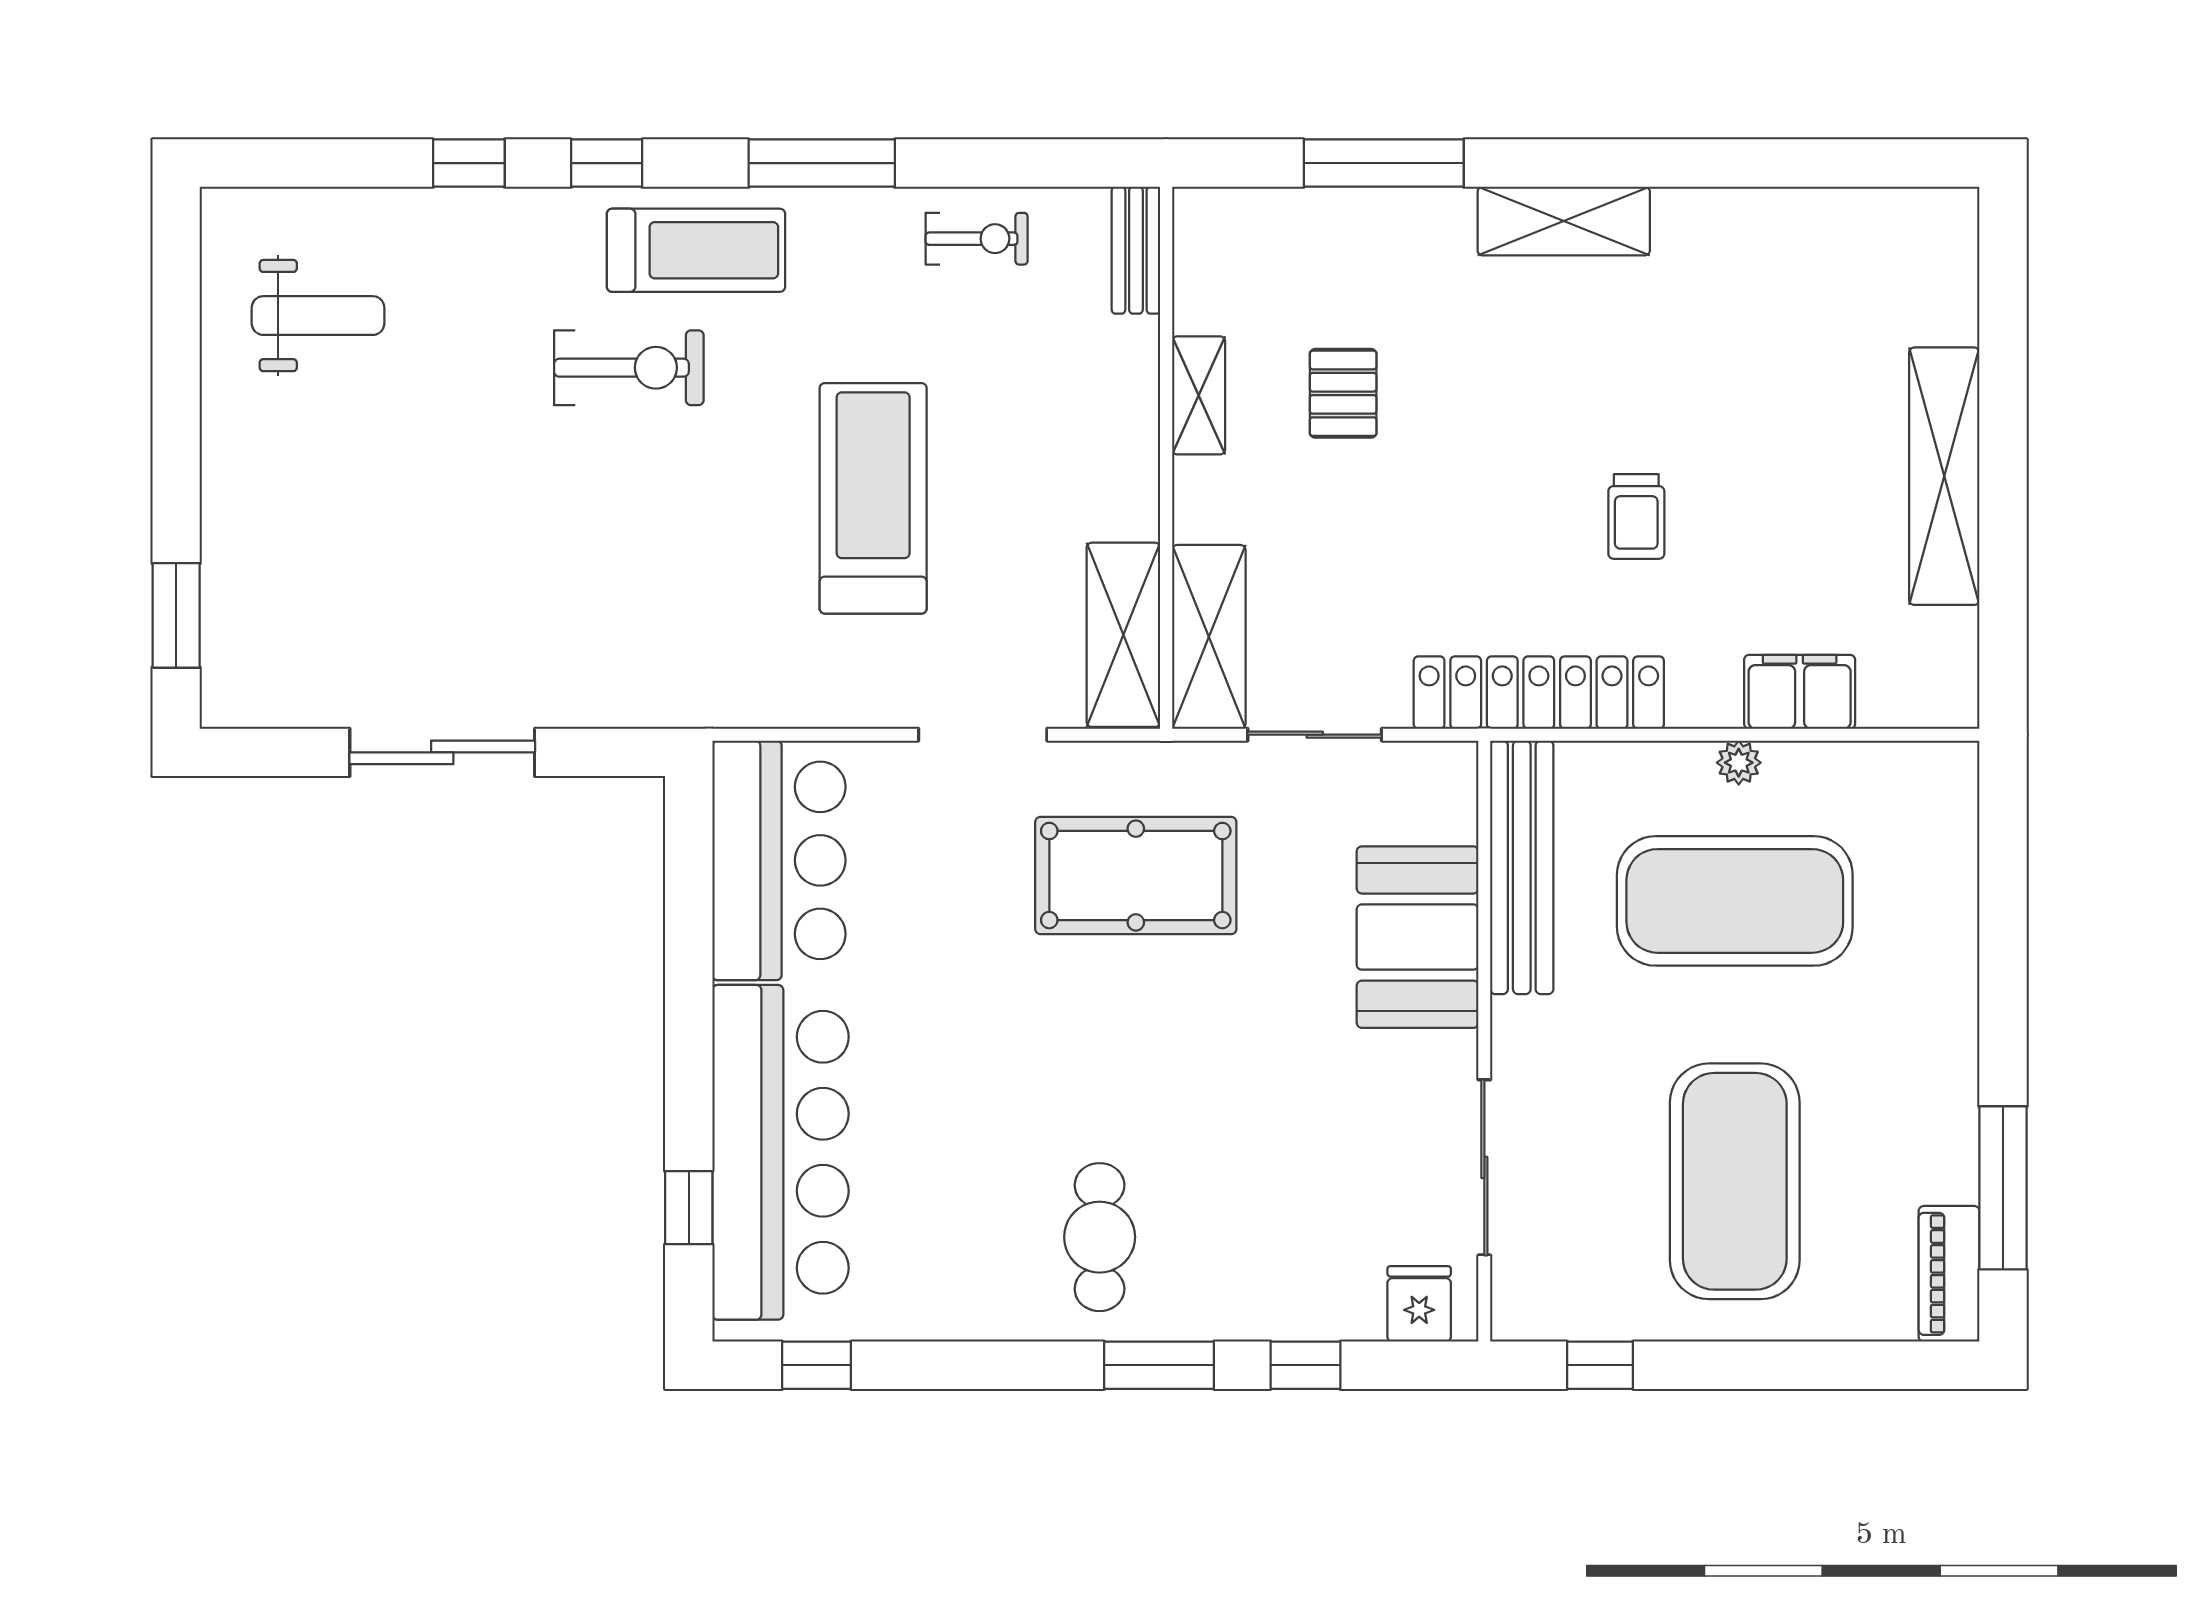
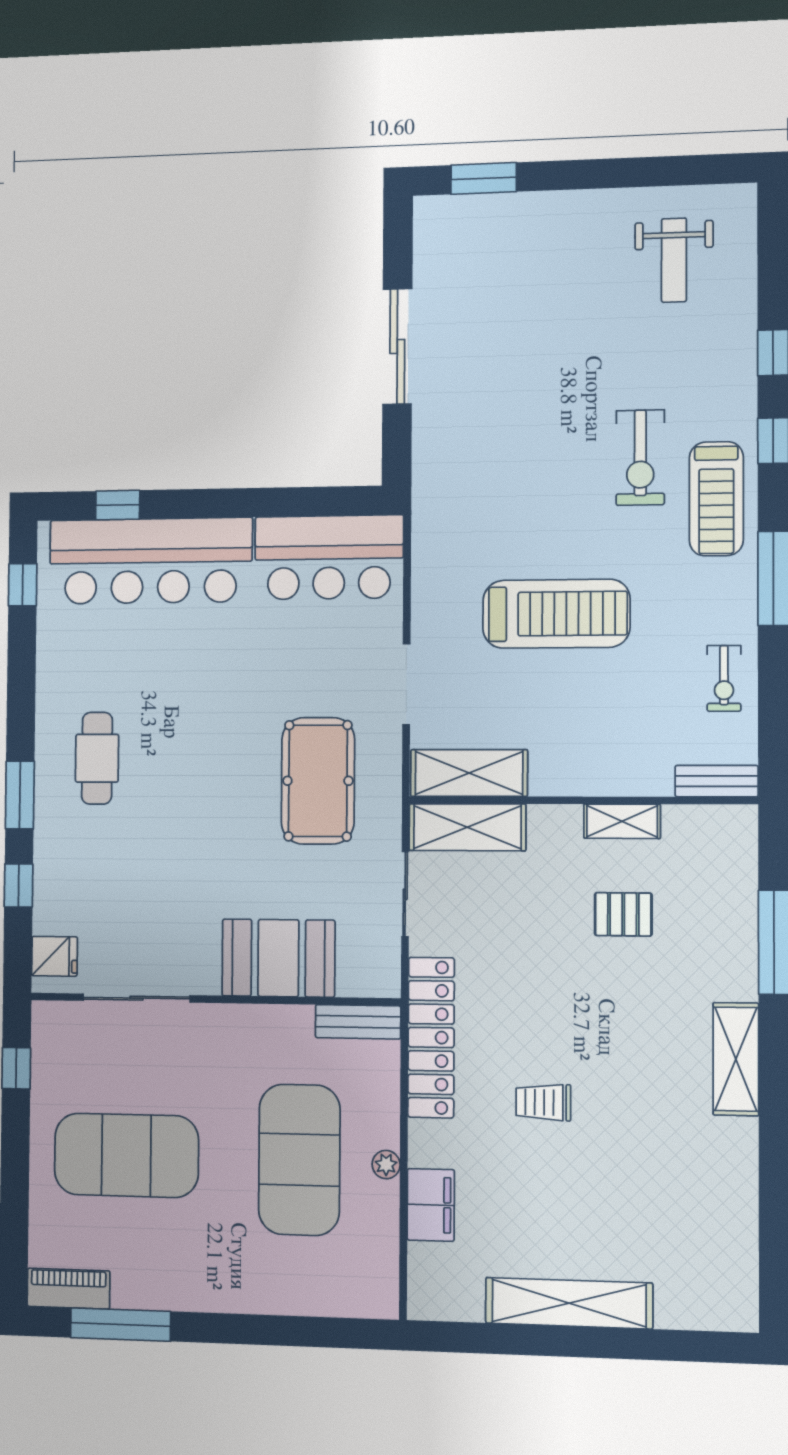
bench: (1522, 867) -> (358, 1022), width x0.54, depth x0.82
cafe table: (1100, 1237) -> (97, 758), turned 90

